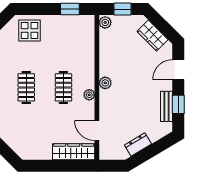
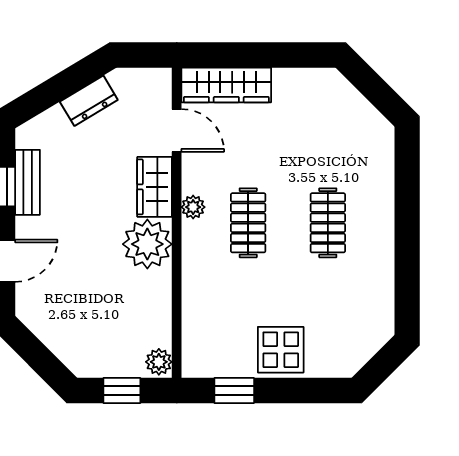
display table: (30, 31) -> (281, 350), moved
wardrobe: (153, 36) -> (155, 187), moved, turned -135
plant: (105, 83) -> (147, 244), width x1.87, depth x1.87

